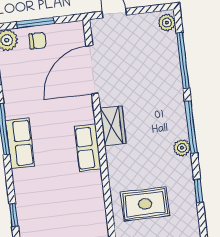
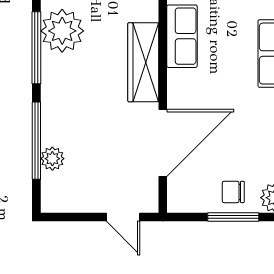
plant: (167, 23) -> (52, 159), moved
wardrobe: (113, 126) -> (143, 62), width x1.50
plant: (182, 148) -> (62, 31), width x1.88, depth x1.88

